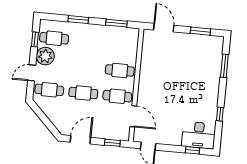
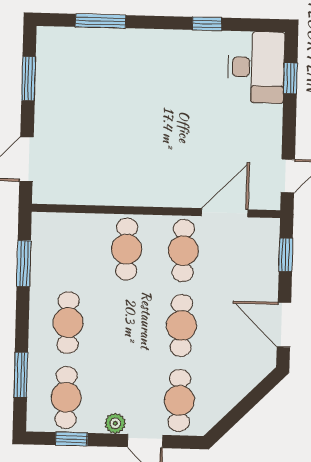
window: (78, 20) -> (21, 375), moved
cafe table: (88, 42) -> (68, 323), added
plant: (45, 56) -> (115, 423), width x0.53, depth x0.53

